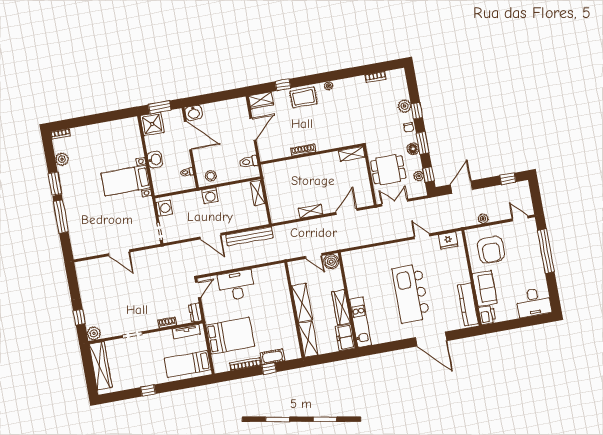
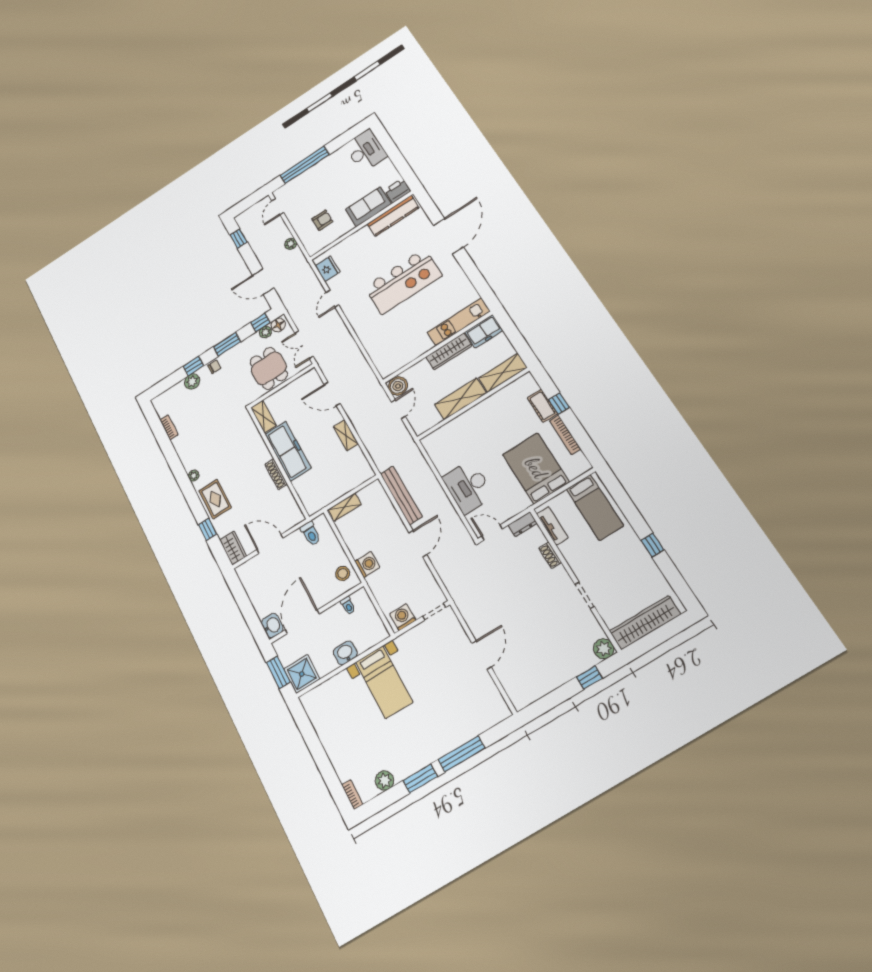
floor lamp: (413, 149) -> (278, 325), moved
freezer: (317, 164) -> (288, 451), added
armchair: (491, 250) -> (322, 220), width x0.53, depth x0.53

